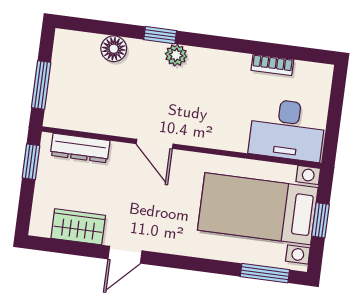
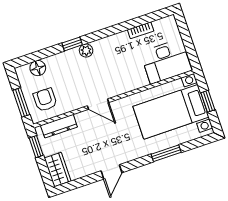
floor lamp: (114, 49) -> (38, 68), moved
armchair: (79, 98) -> (45, 100), added
wardrobe: (78, 227) -> (58, 169), moved, turned 90
window: (265, 273) -> (166, 153), moved

